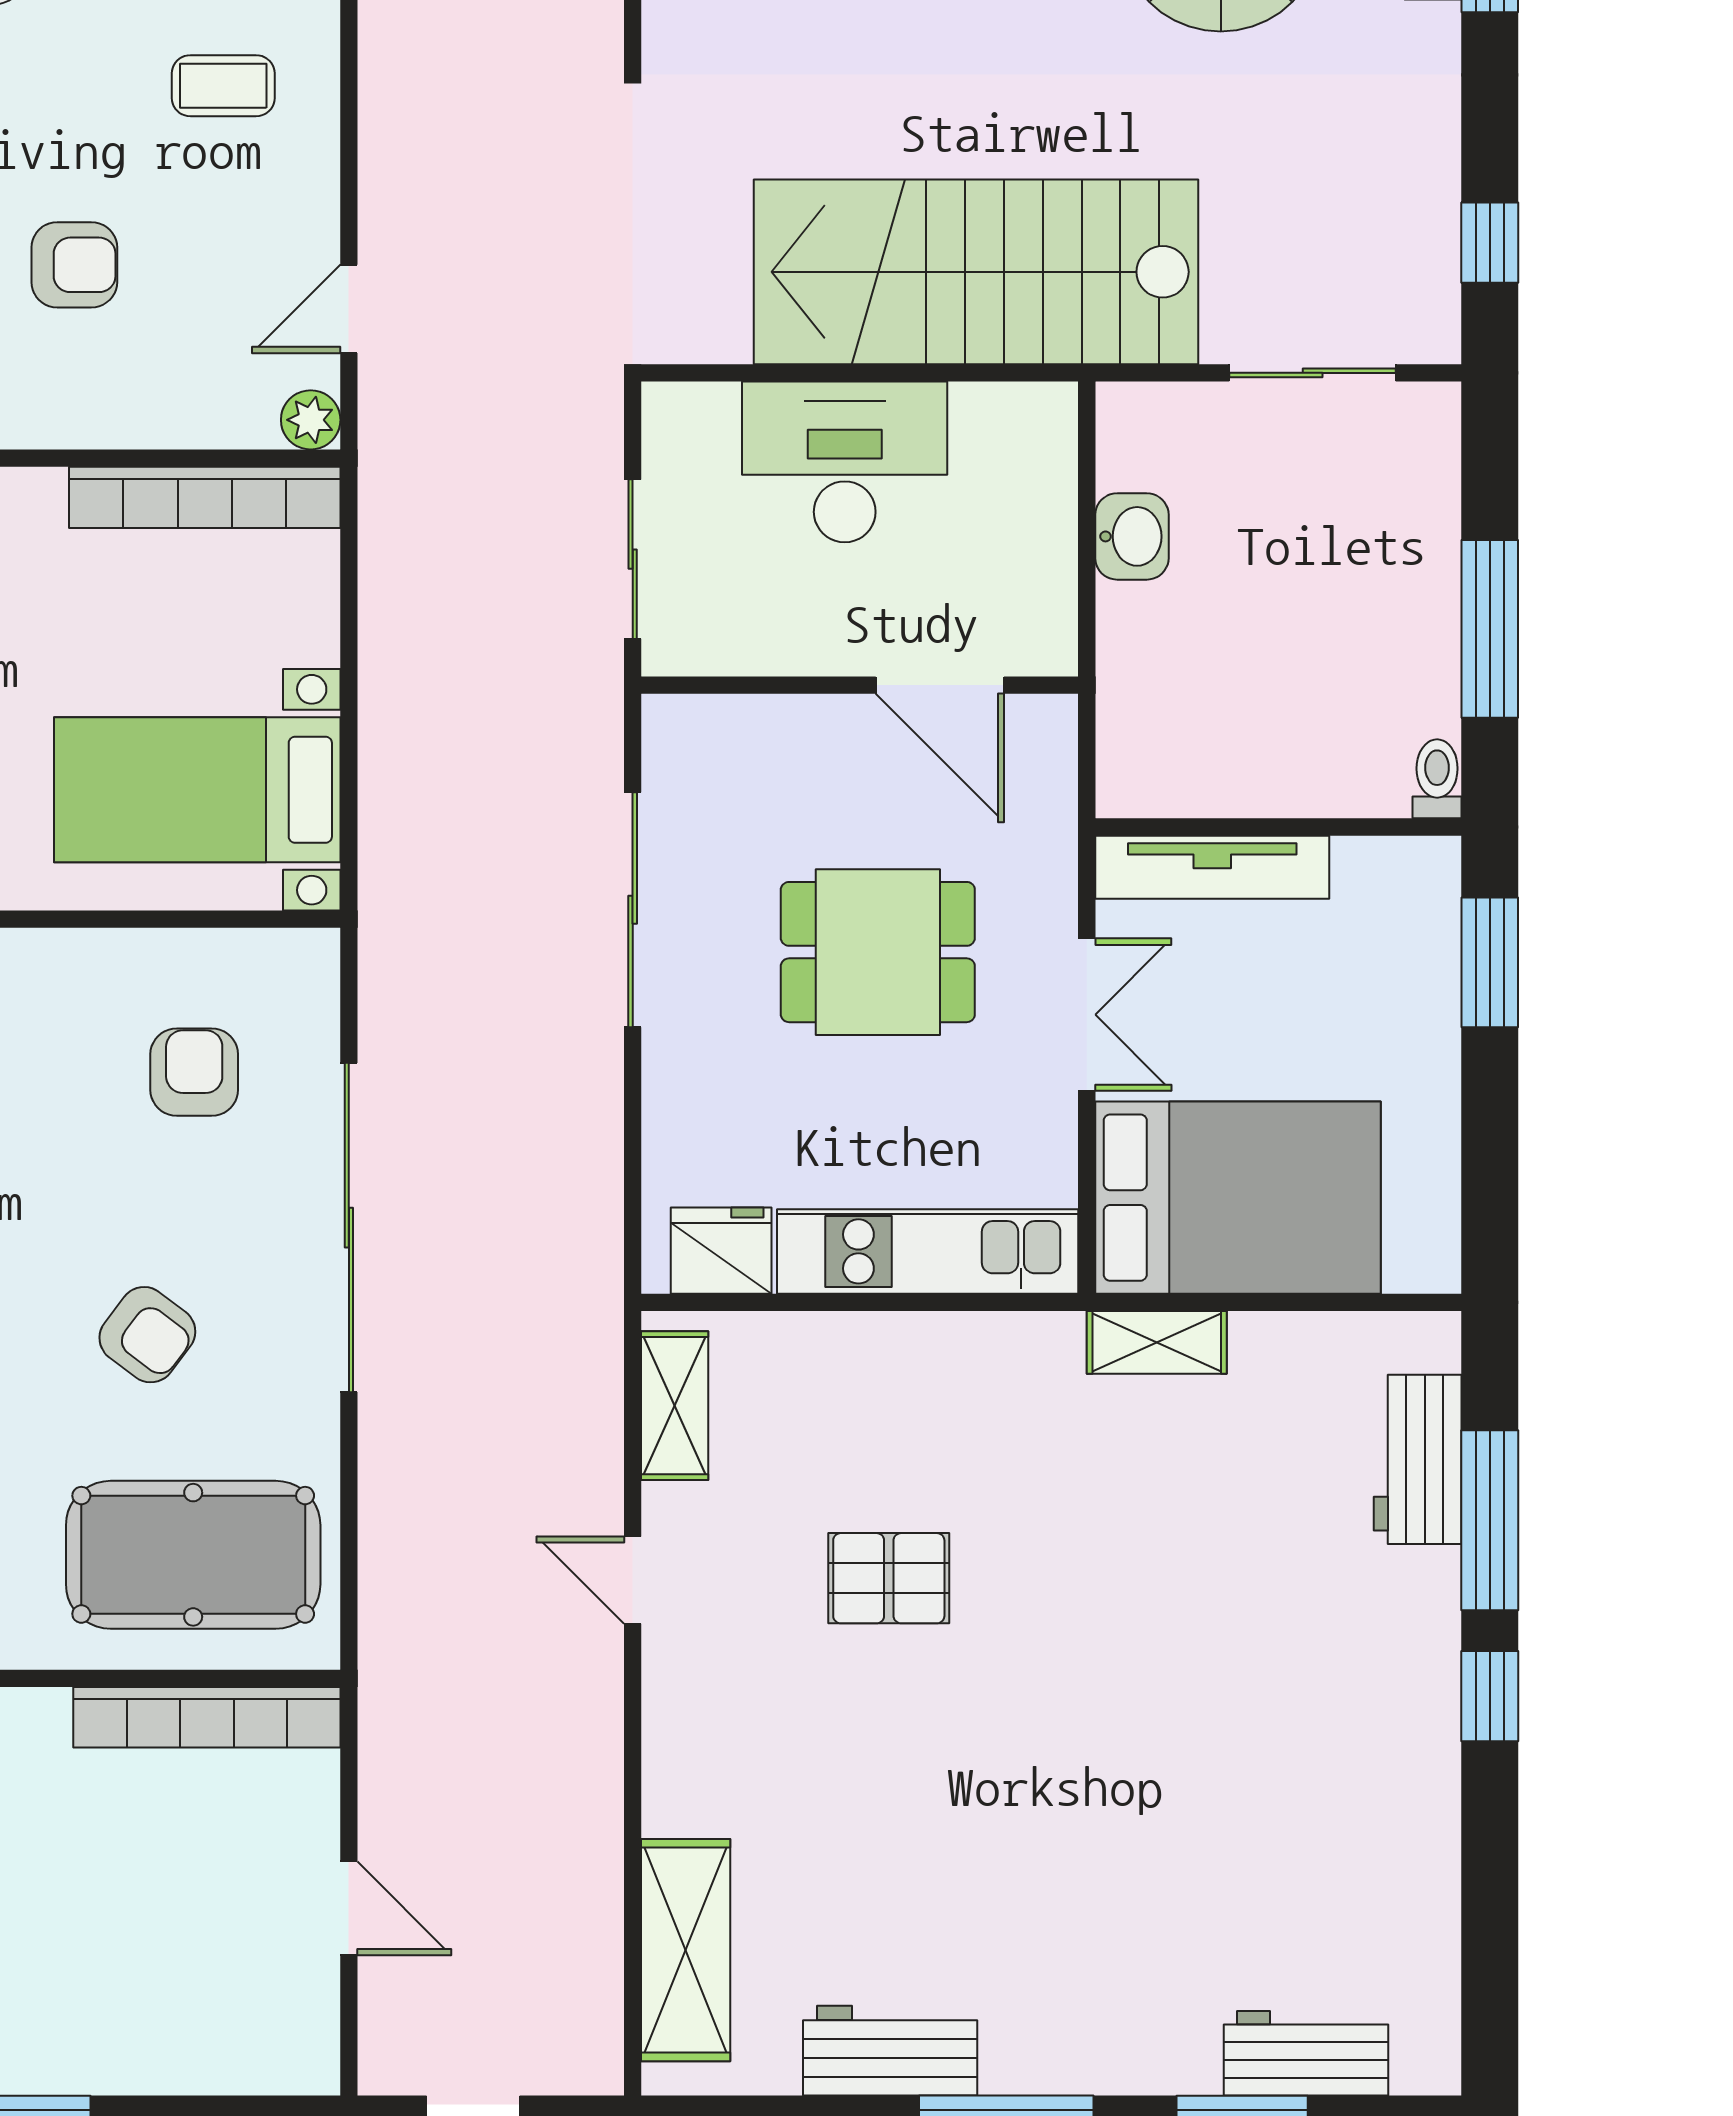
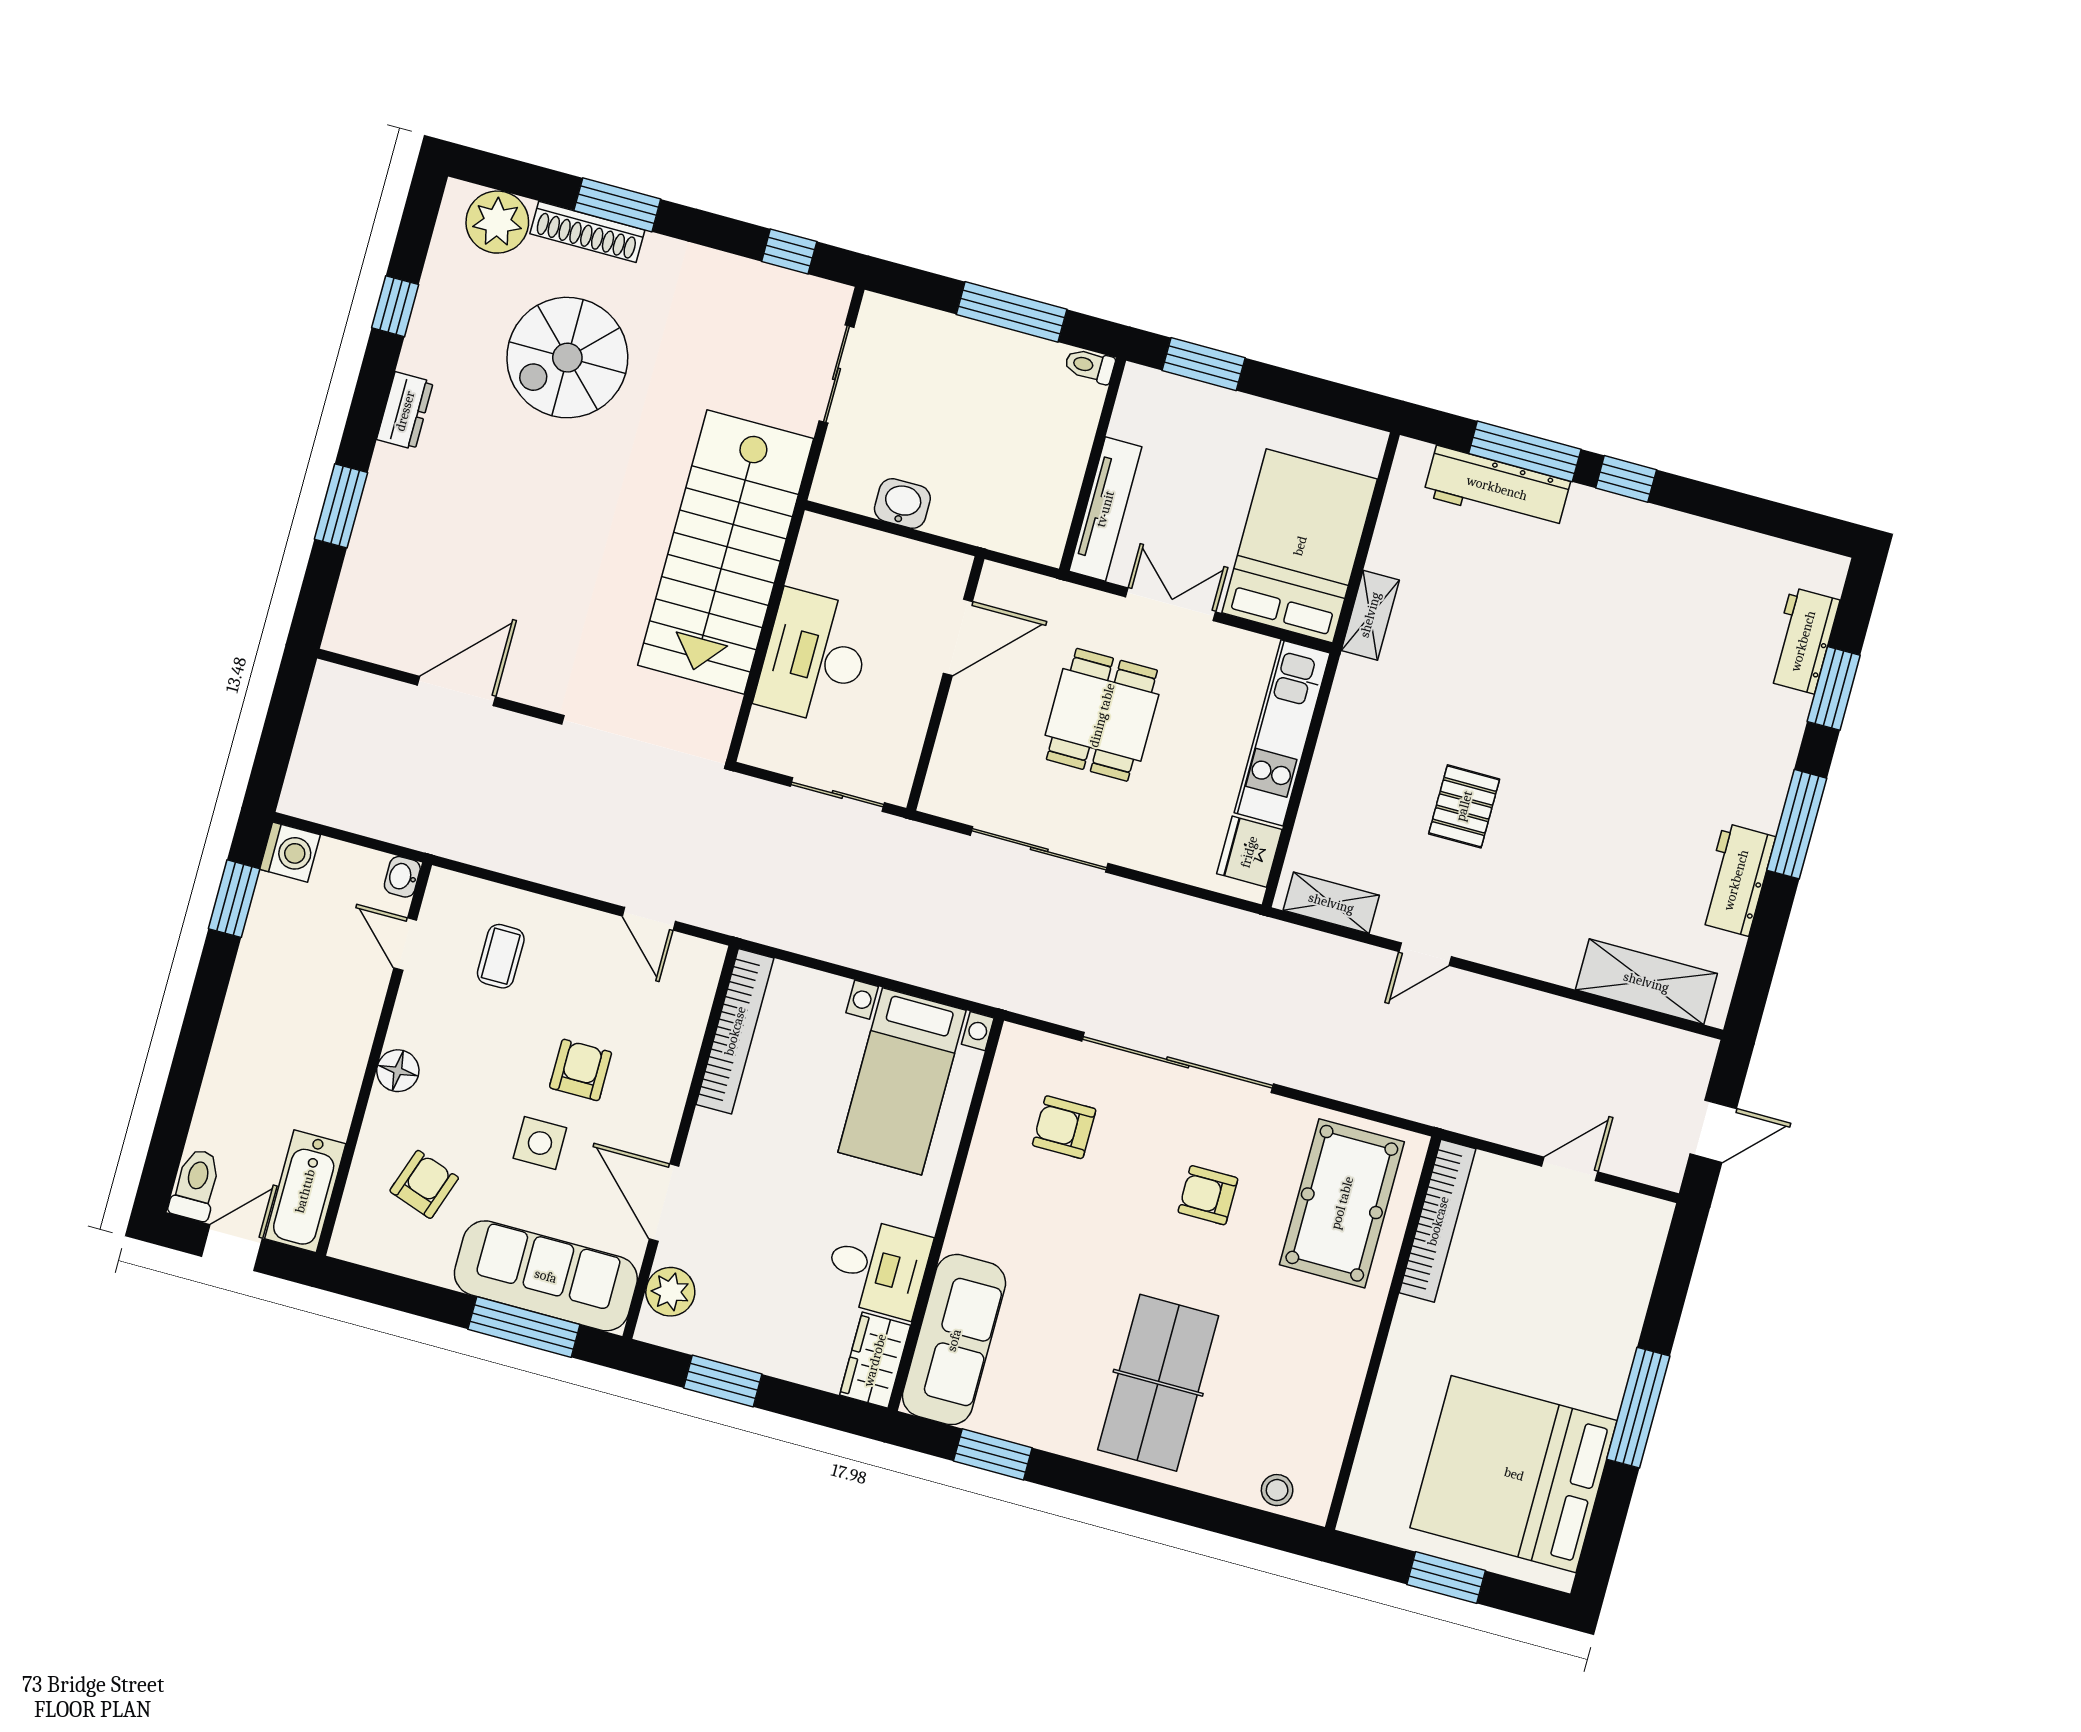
plant: (311, 420) -> (707, 958), removed
armchair: (147, 1335) -> (1208, 1195), turned -127
workbench: (1418, 1459) -> (1497, 488), width x1.37

